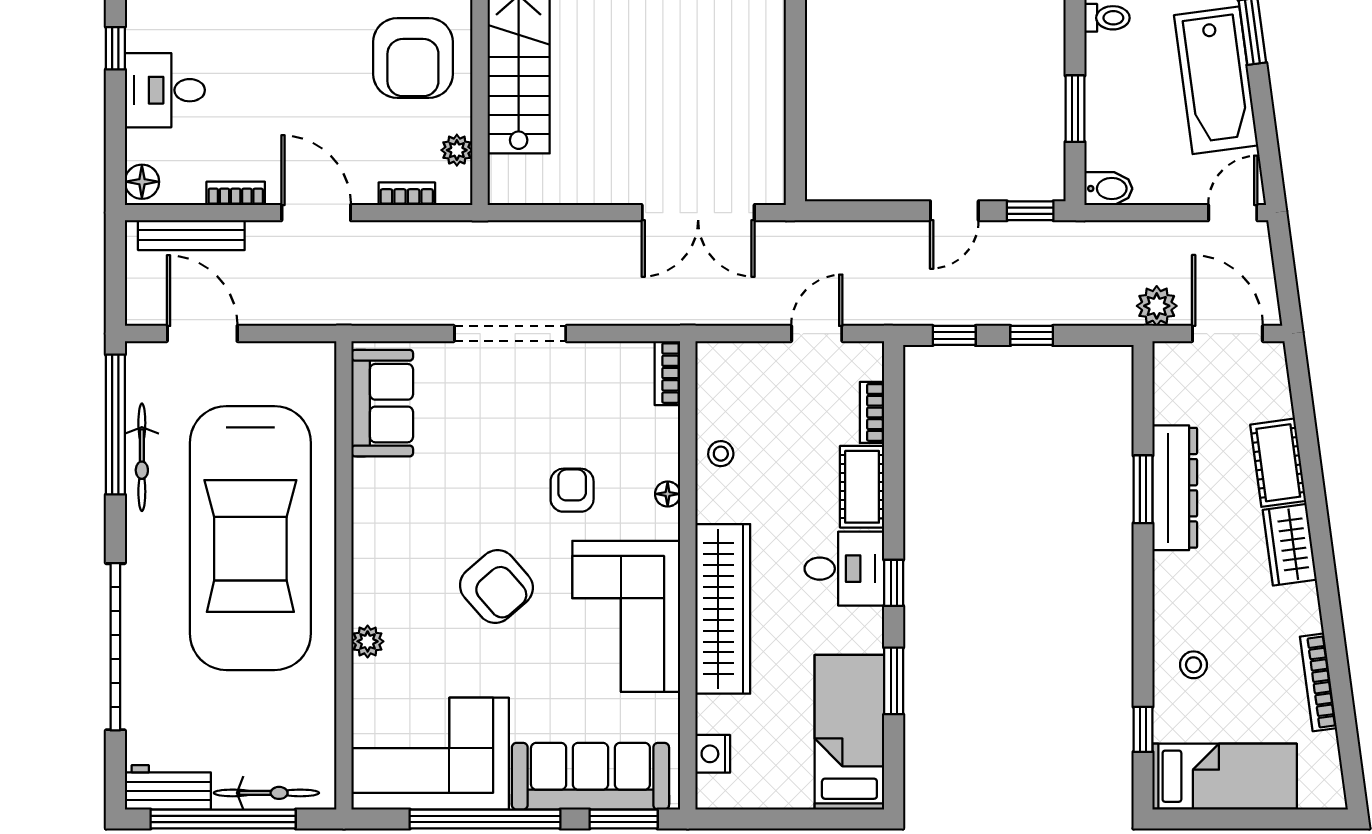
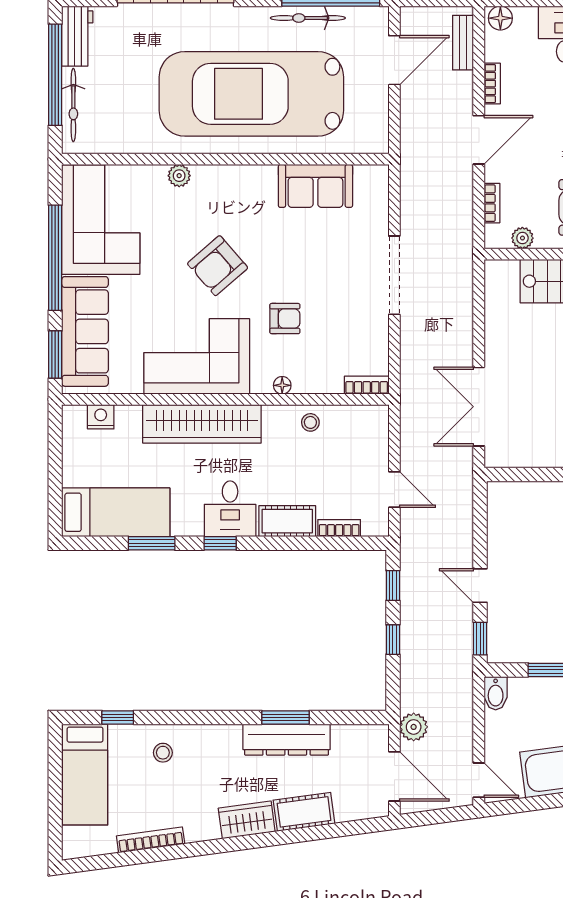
bench: (191, 235) -> (463, 43), width x0.73
door: (1227, 334) -> (394, 776), hinge flipped
sofa: (382, 403) -> (315, 186), moved

